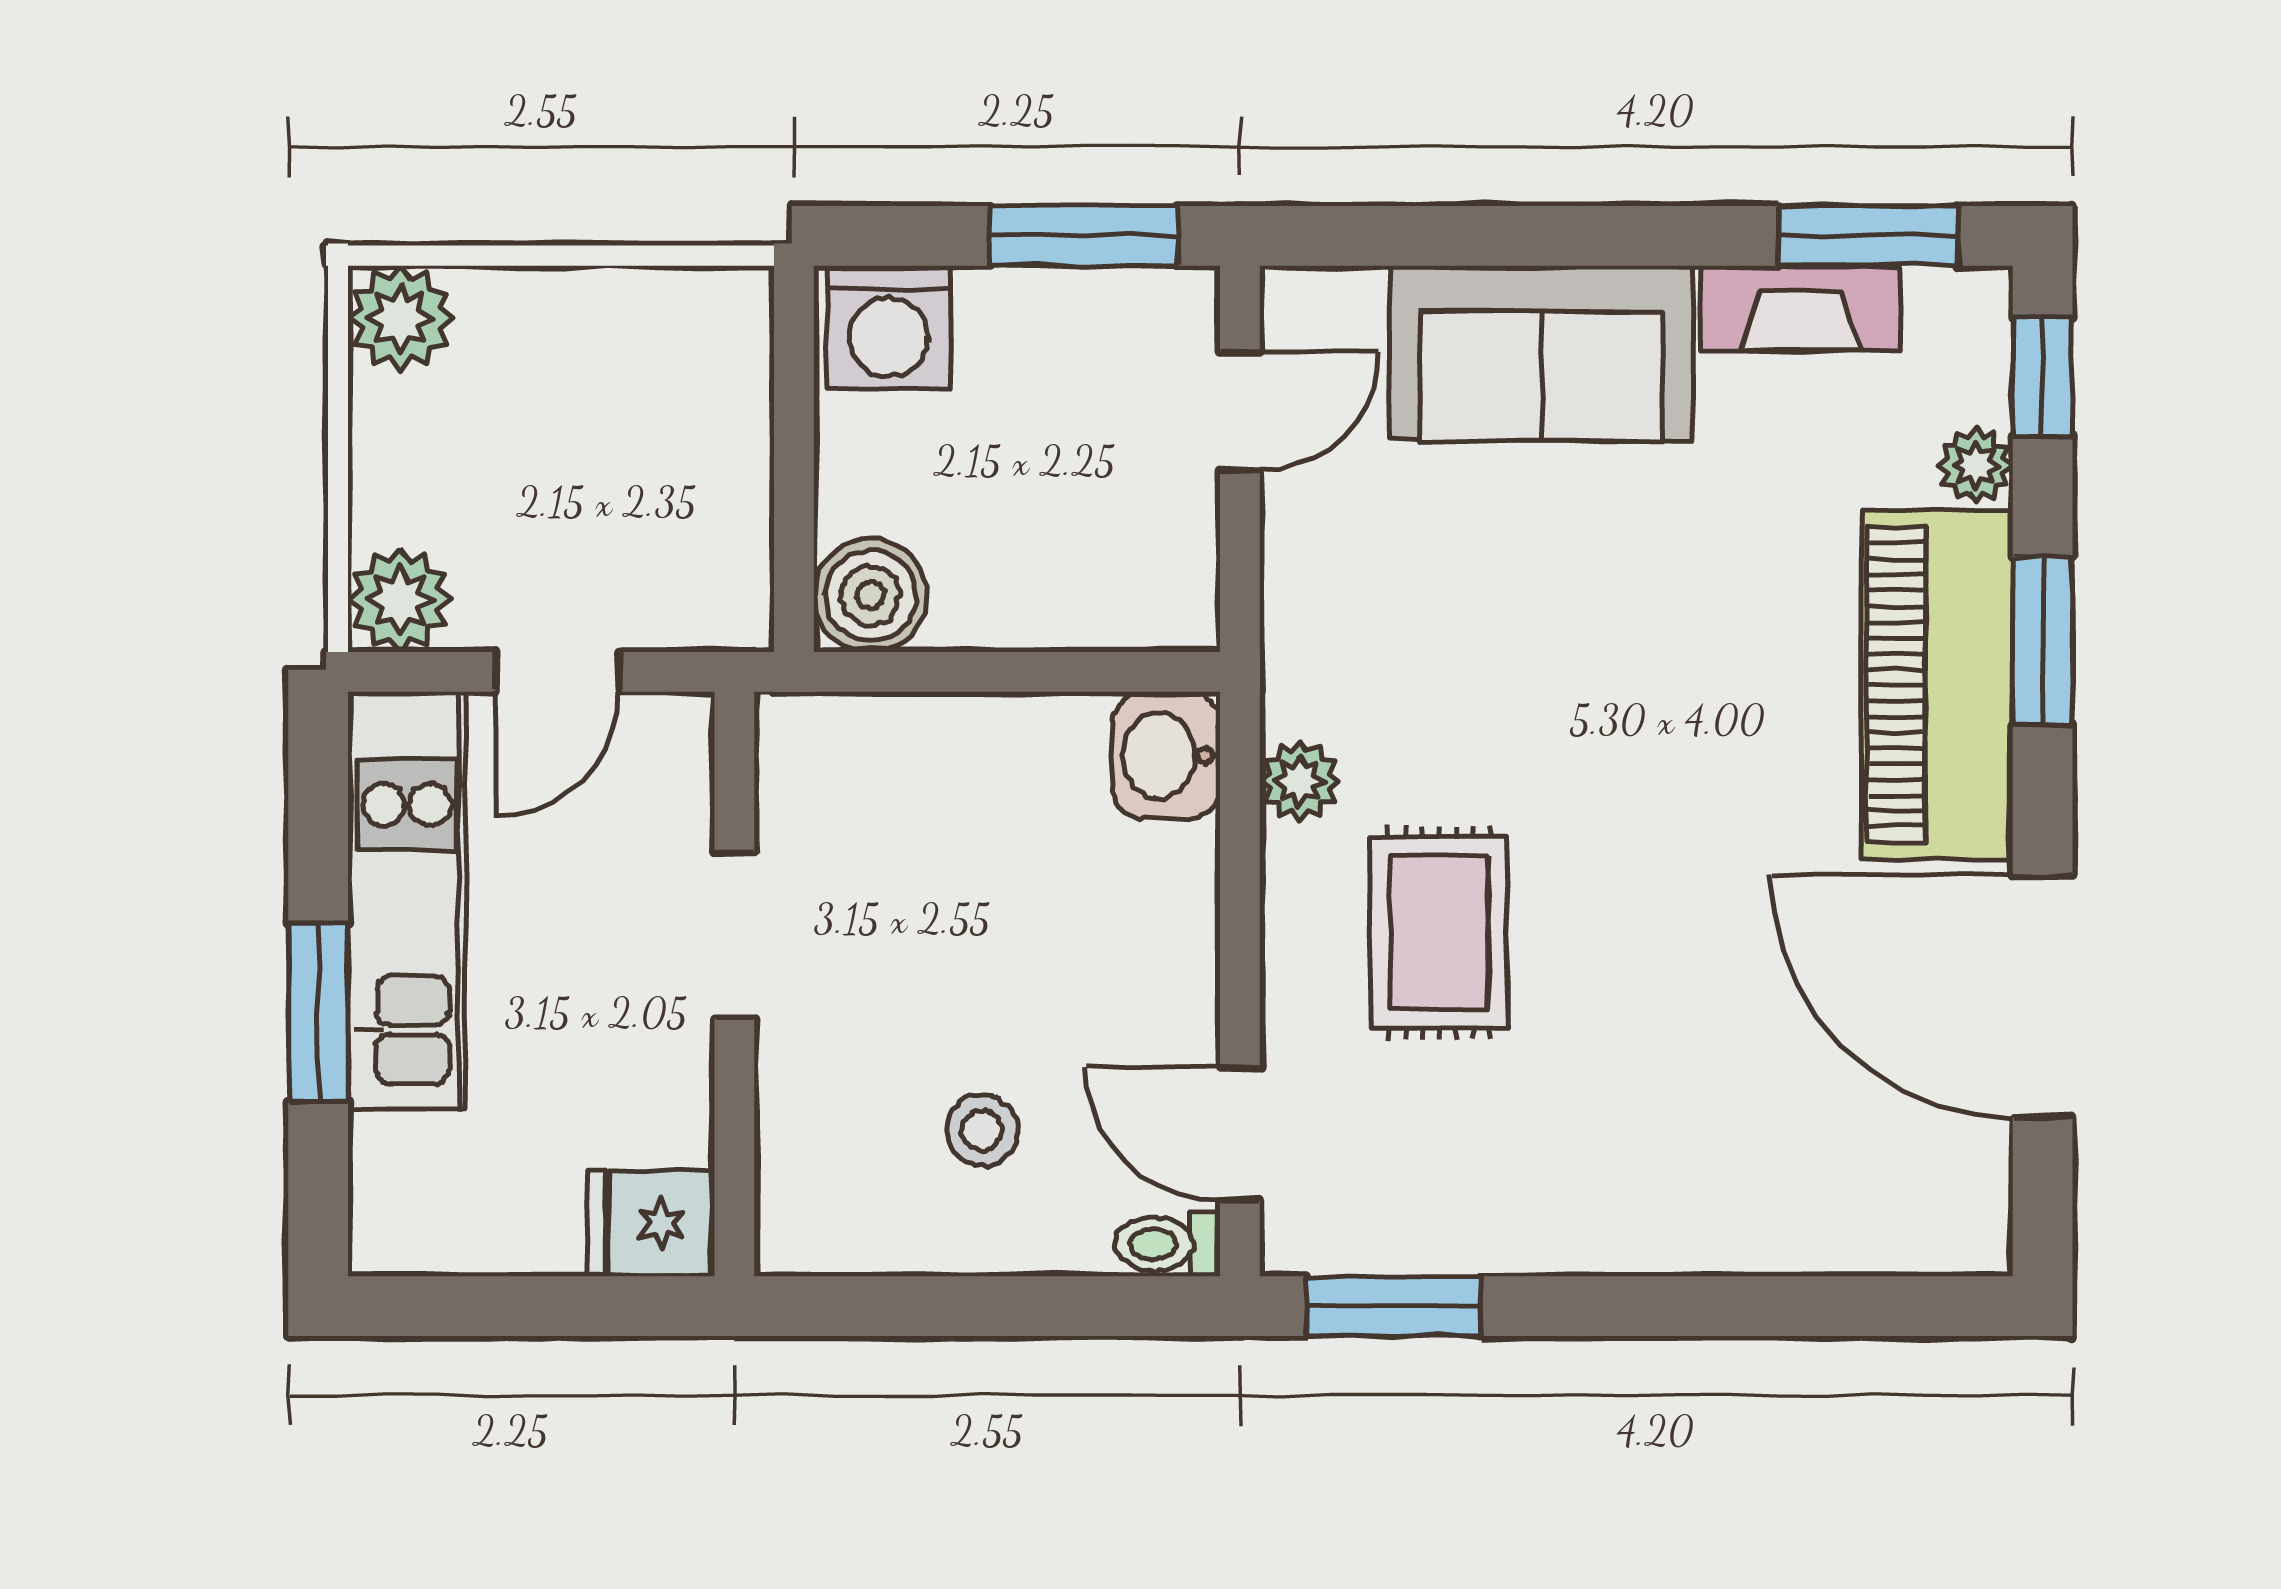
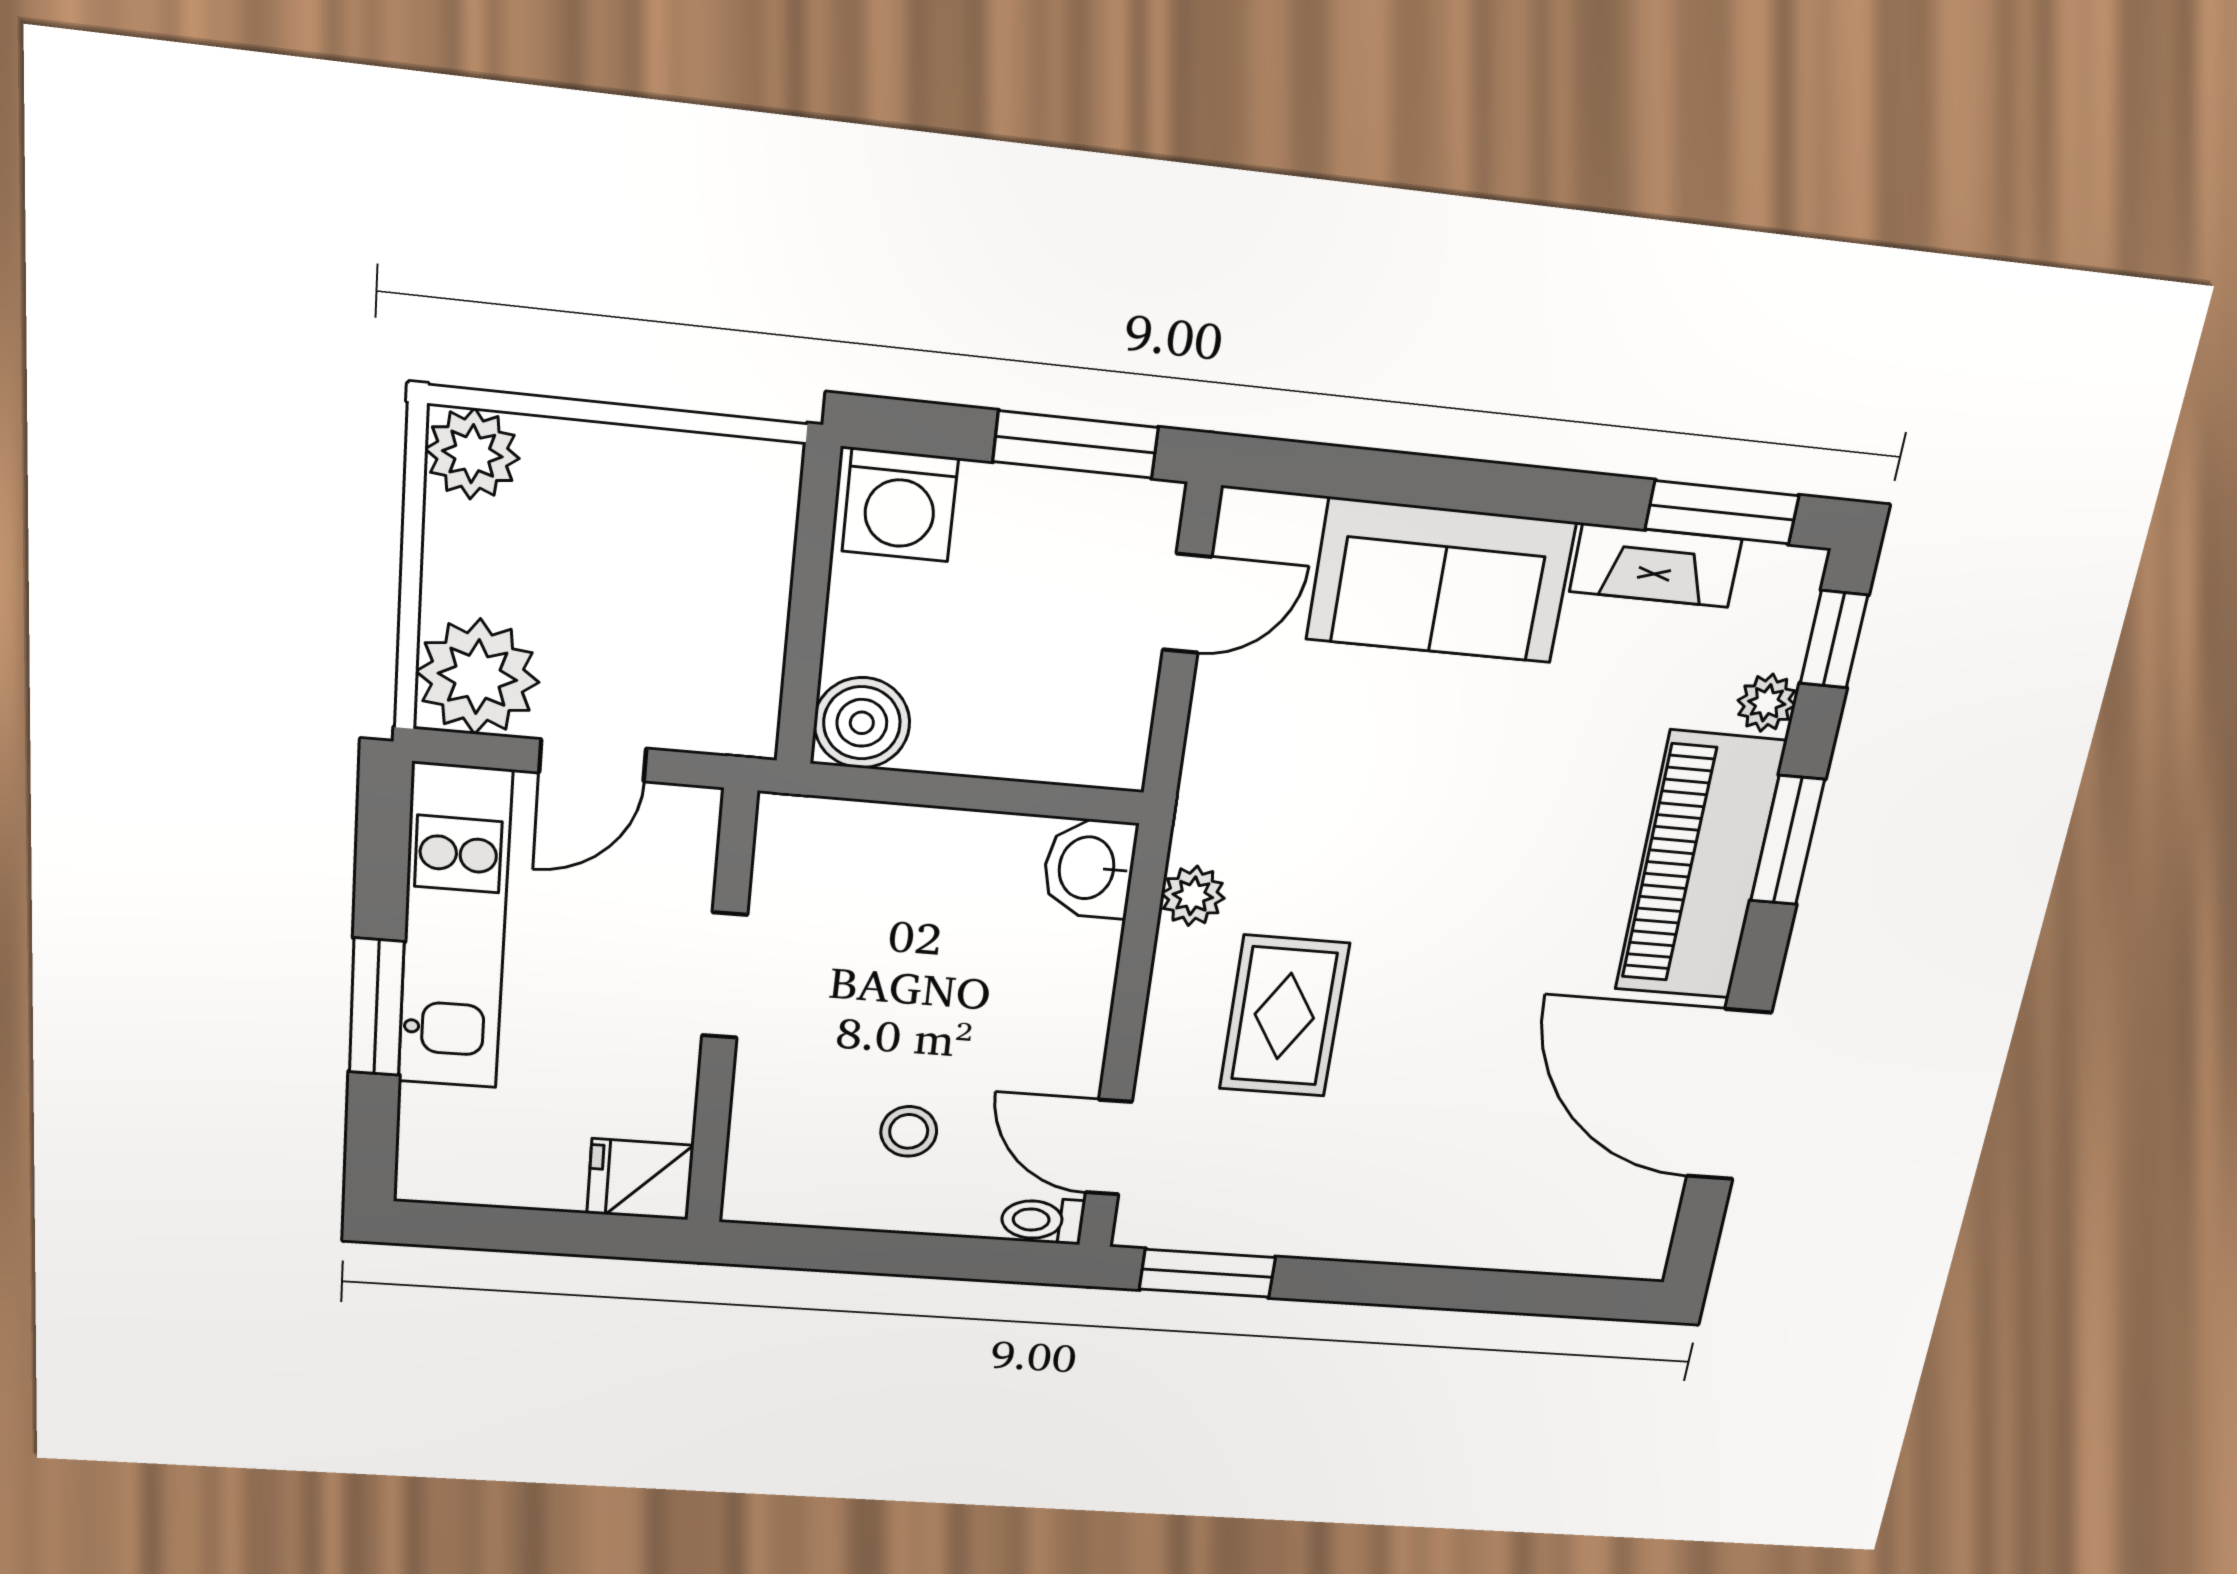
plant: (400, 600) -> (478, 677), width x1.36, depth x1.36

